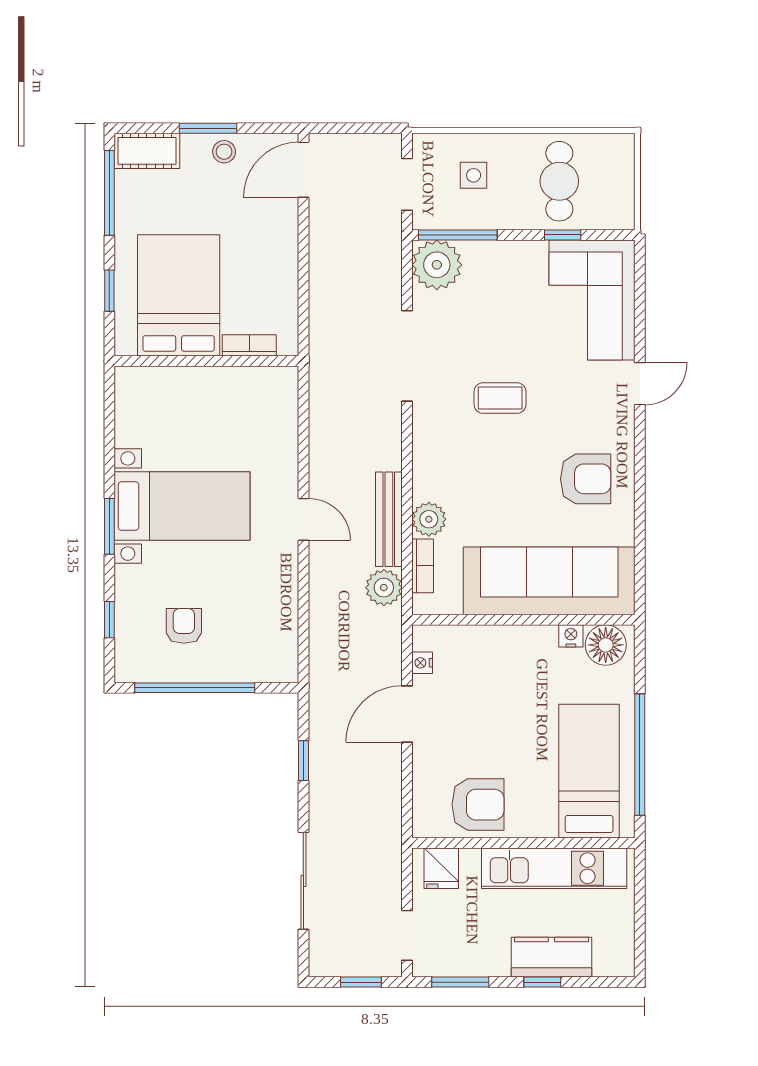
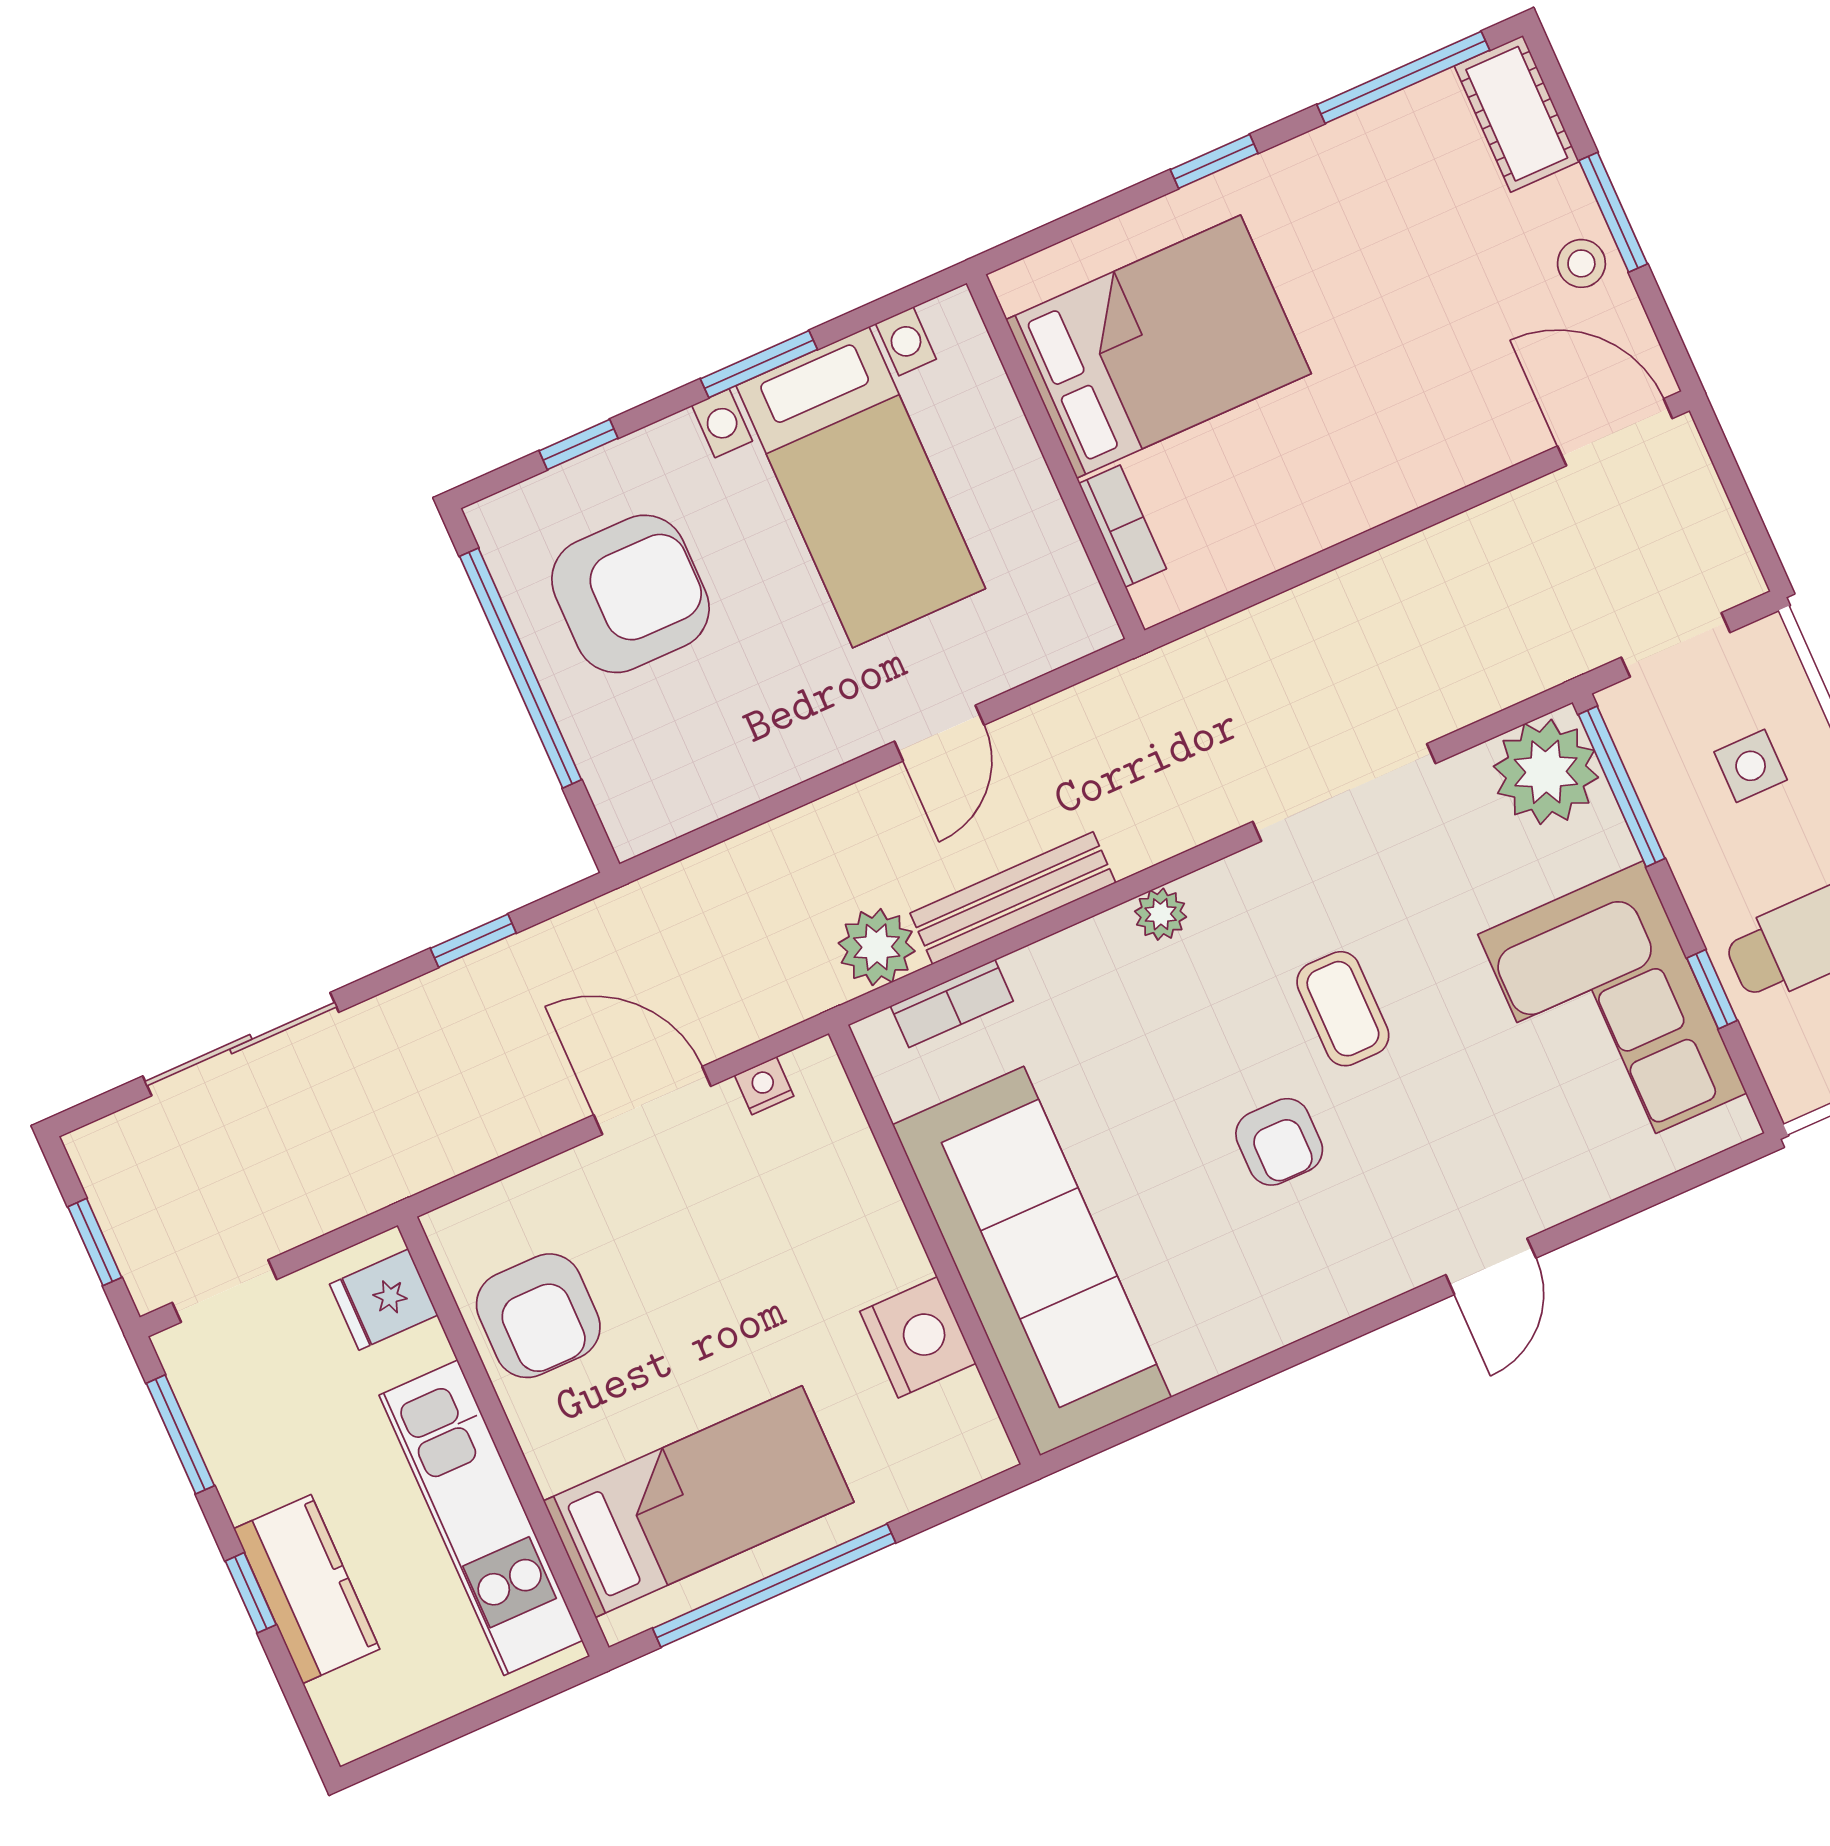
bed: (179, 295) -> (1159, 347), moved
corner sofa: (592, 300) -> (1612, 1014), moved, turned -90
bookcase: (249, 345) -> (1123, 526), moved
wall: (206, 361) -> (1055, 457), moved
door: (640, 384) -> (1491, 1266), hinge flipped
armchair: (586, 479) -> (1279, 1142), moved, width x0.72, depth x0.72
plant: (429, 519) -> (1161, 914), moved, width x0.73, depth x0.73
armchair: (184, 626) -> (630, 594), width x1.88, depth x1.88
nightstand: (571, 636) -> (918, 1337), width x1.89, depth x1.79
floor lamp: (606, 645) -> (957, 1425), removed

